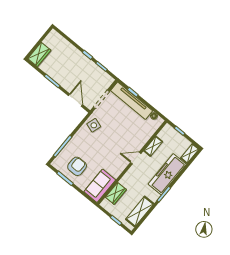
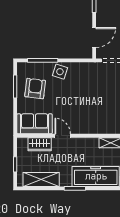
side table: (94, 125) -> (60, 72), moved
door: (136, 158) -> (63, 136), moved
armchair: (77, 166) -> (35, 89), turned -83

